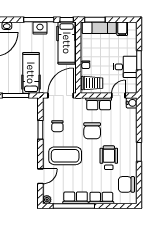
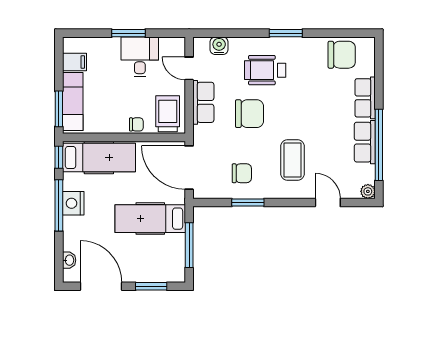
water cooler: (132, 103) -> (219, 46), moved
coffee table: (65, 156) -> (293, 160), width x0.73, depth x0.76
wheelchair: (109, 158) -> (265, 70), moved
chair: (126, 184) -> (342, 55), turned -90

